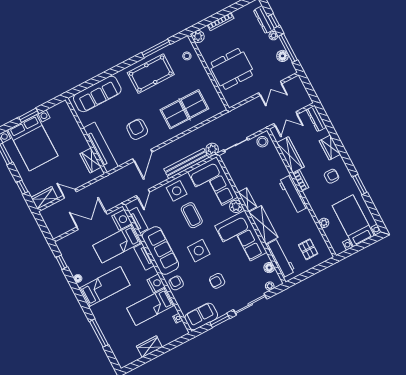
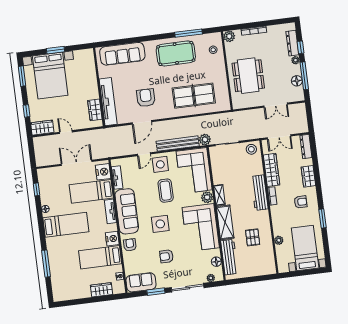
dining table: (232, 69) -> (248, 76), turned 90
door: (143, 194) -> (144, 154), moved
workbench: (293, 194) -> (260, 193), moved
pallet: (308, 249) -> (253, 237), moved
wardrobe: (149, 347) -> (101, 290), moved

